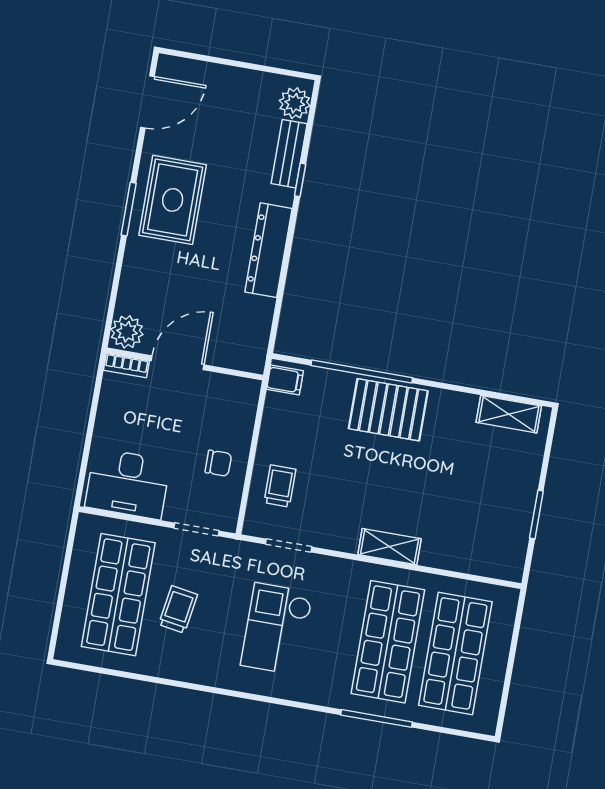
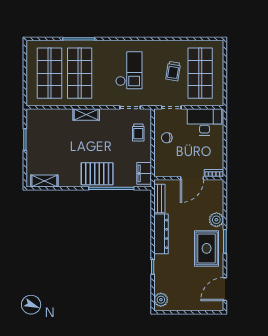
bench: (289, 154) -> (159, 198), moved
plant: (127, 332) -> (216, 220), moved
filing cabinet: (285, 380) -> (144, 173), width x2.00

